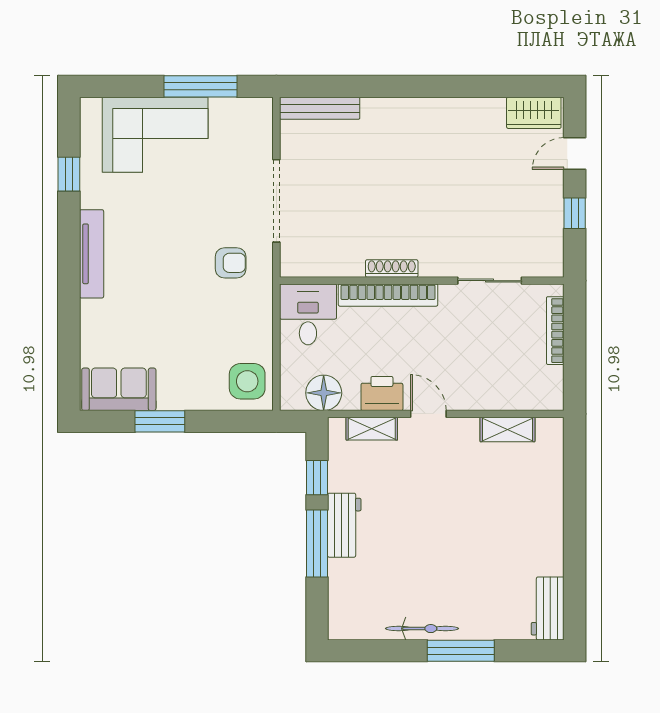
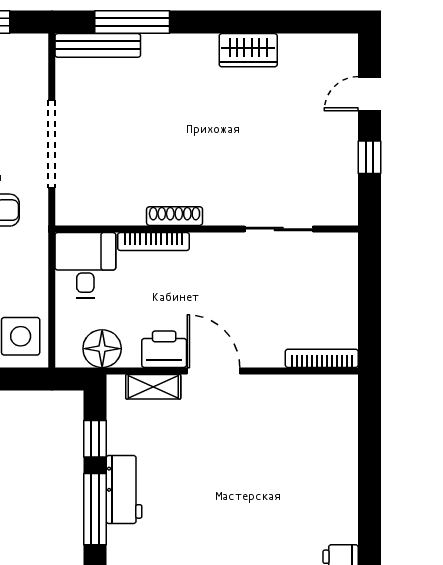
window: (352, 86) -> (132, 22), added
wardrobe: (534, 113) -> (248, 50), moved
bookcase: (388, 295) -> (154, 242), width x0.68, depth x0.76
bookcase: (555, 331) -> (322, 358), moved, turned 90
door: (428, 414) -> (214, 371), width x1.38
shelving: (507, 429) -> (298, 388), removed

